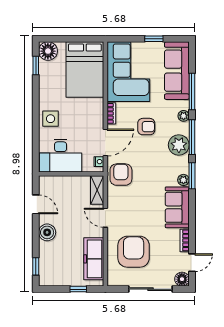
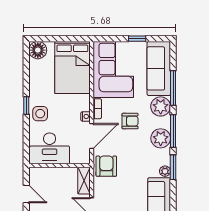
window: (36, 66) -> (26, 105), moved
plant: (184, 116) -> (161, 106), width x1.88, depth x1.88
nightstand: (99, 162) -> (86, 116), moved

